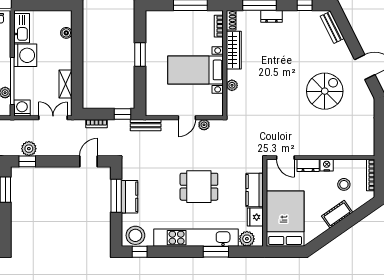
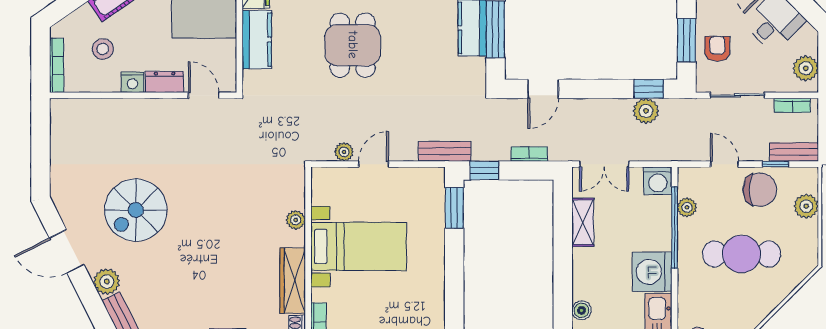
plant: (342, 50) -> (107, 282), added
window: (140, 55) -> (454, 208), moved
dining table: (199, 187) -> (353, 45), turned 90

